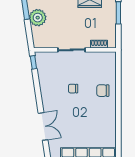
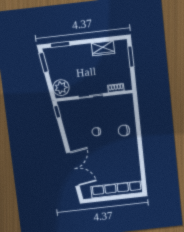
plant: (38, 18) -> (61, 88), moved
double door: (43, 126) -> (73, 169), width x1.37

